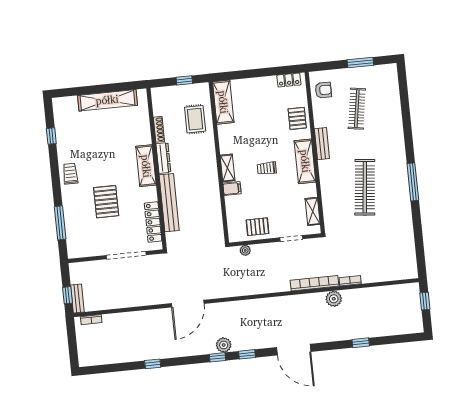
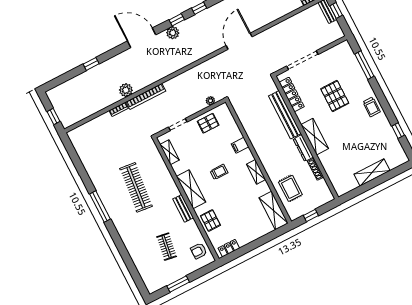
shelving: (107, 100) -> (372, 172), width x0.68
clothes rail: (357, 109) -> (167, 247), width x0.73
shelving: (227, 168) -> (256, 172), moved
plant: (224, 345) -> (173, 33), moved

